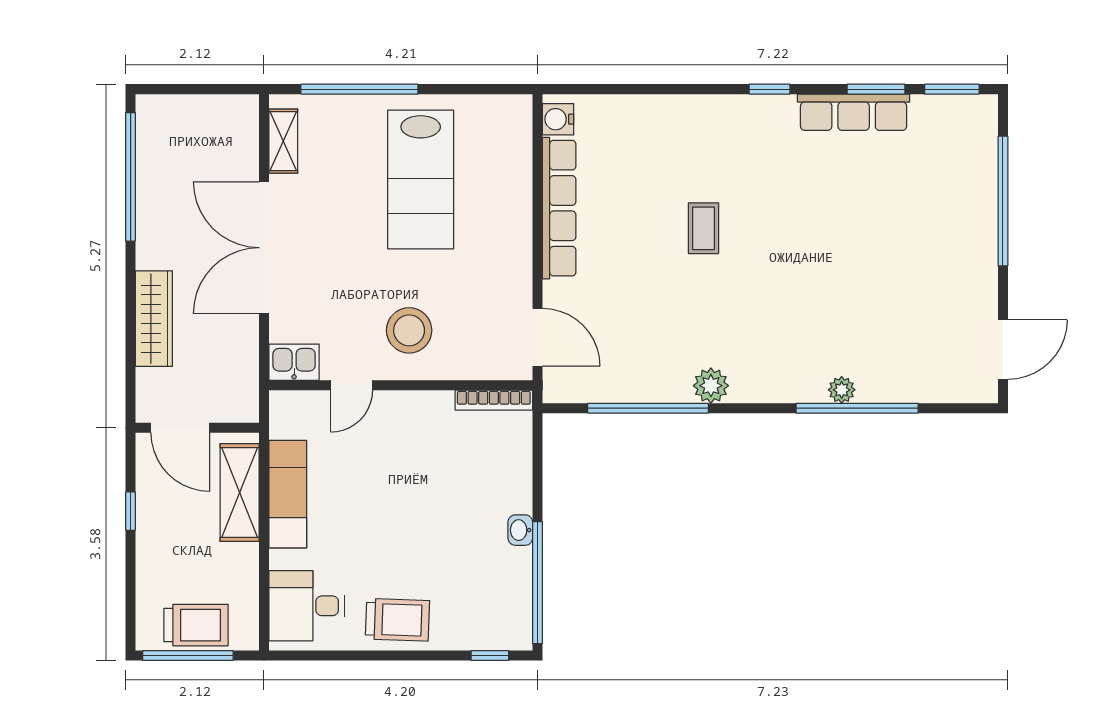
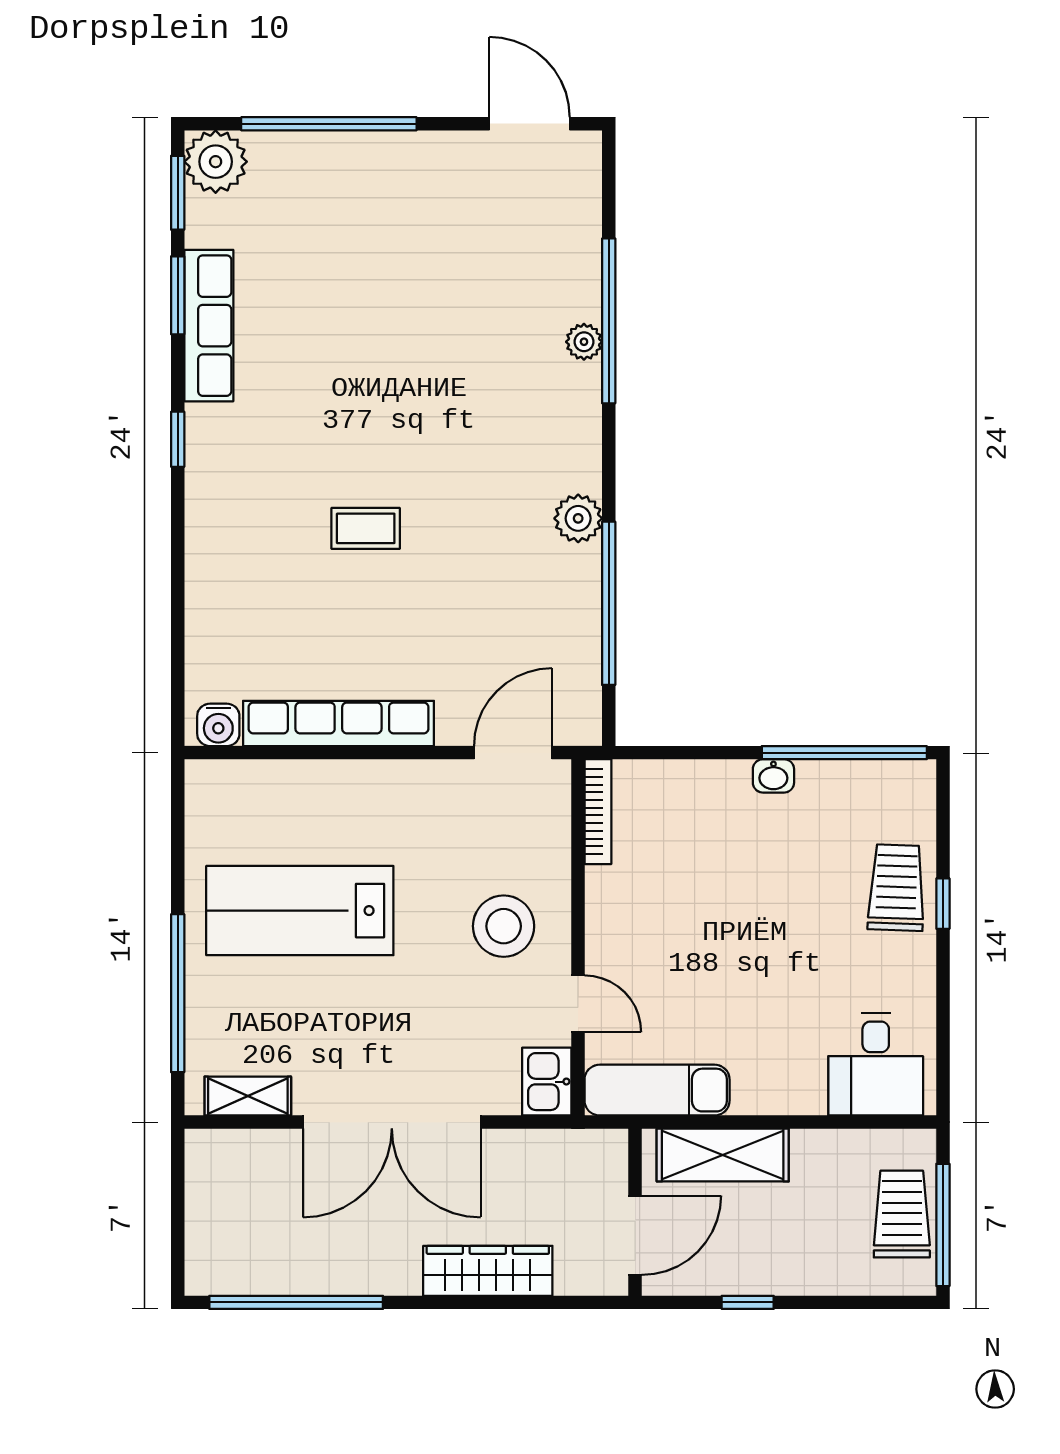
plant: (975, 117) -> (216, 162), added
lab bench: (421, 179) -> (300, 911), turned 180
exam couch: (288, 494) -> (657, 1090), moved
trolley: (397, 620) -> (896, 888), moved
window: (490, 656) -> (943, 904), moved

